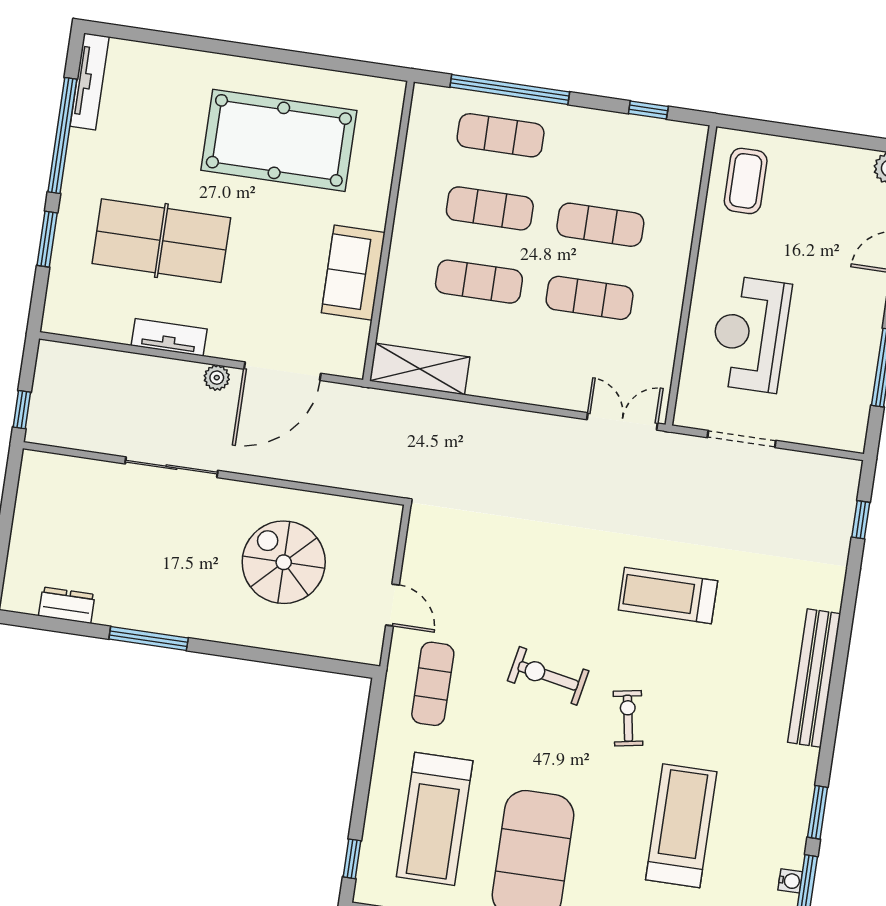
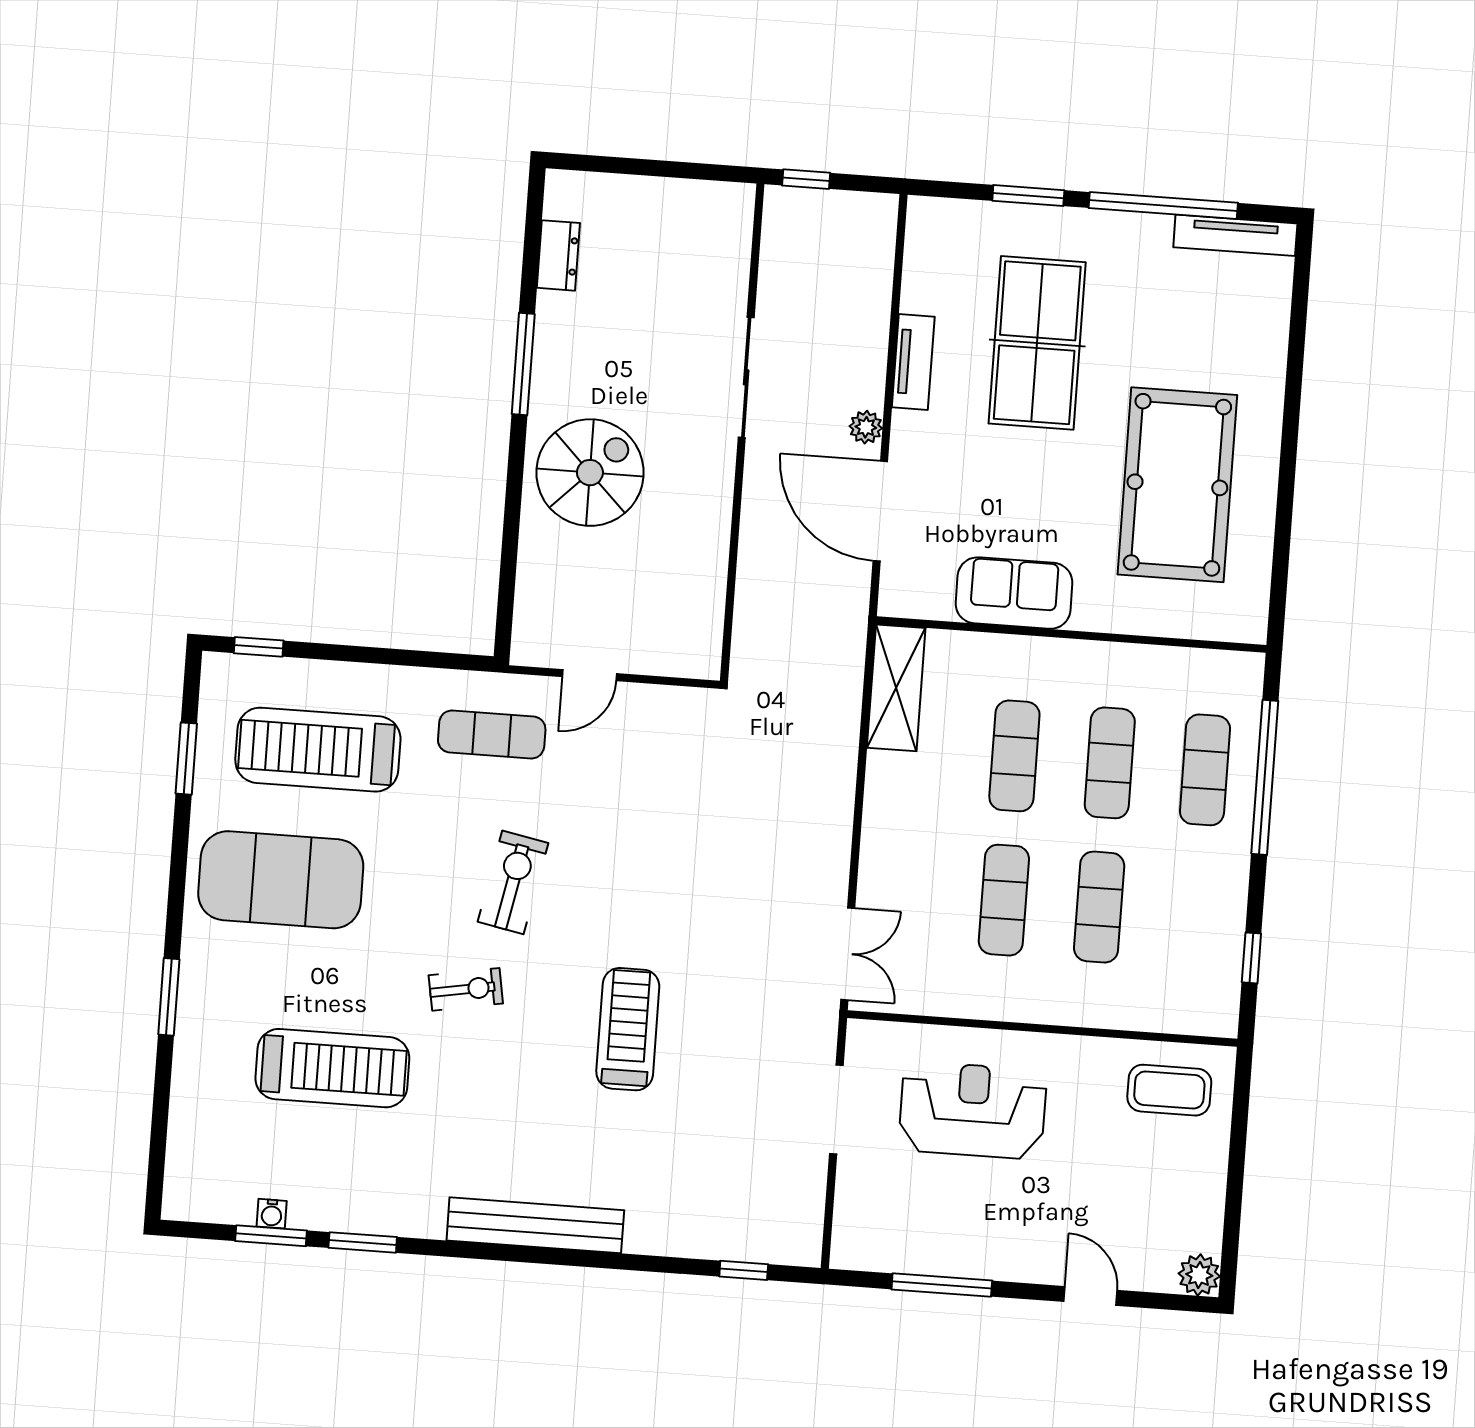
spiral stairs: (284, 562) -> (590, 473), moved

